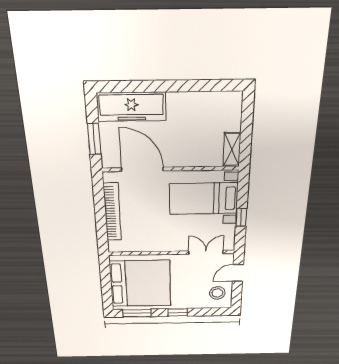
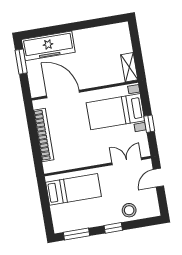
window: (94, 139) -> (21, 62), moved
bed: (140, 284) -> (73, 189), width x0.49
stool: (217, 293) -> (129, 210), moved

